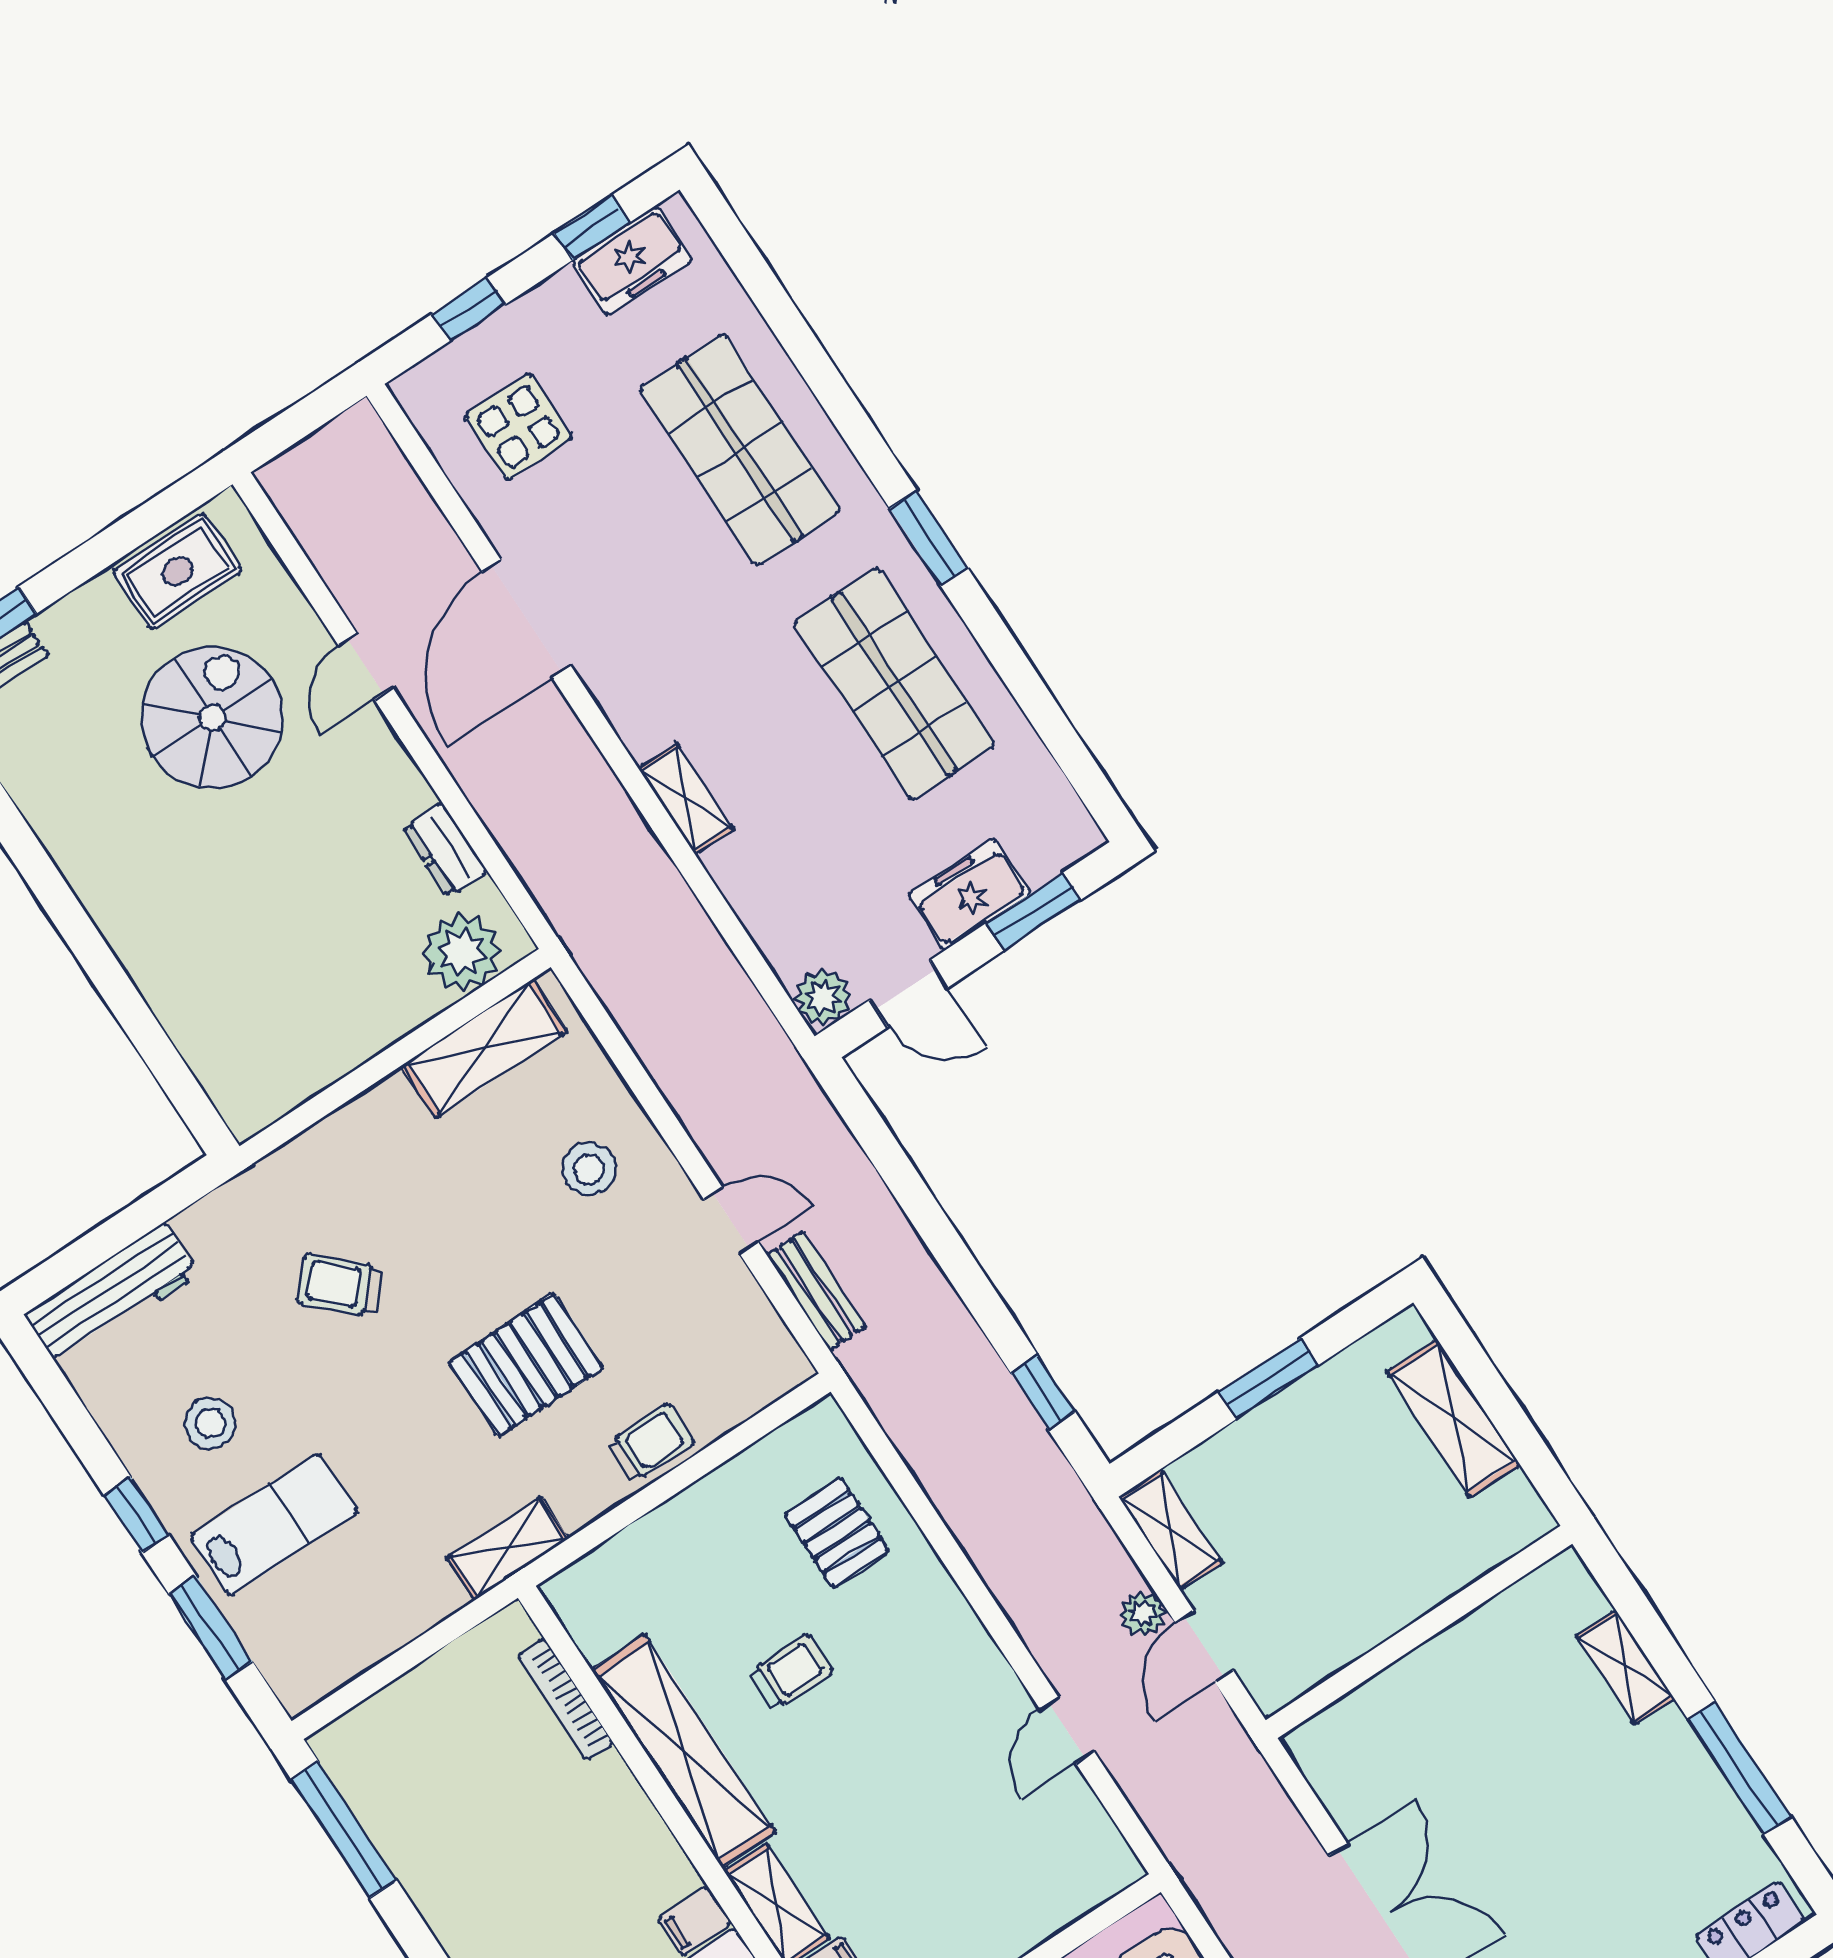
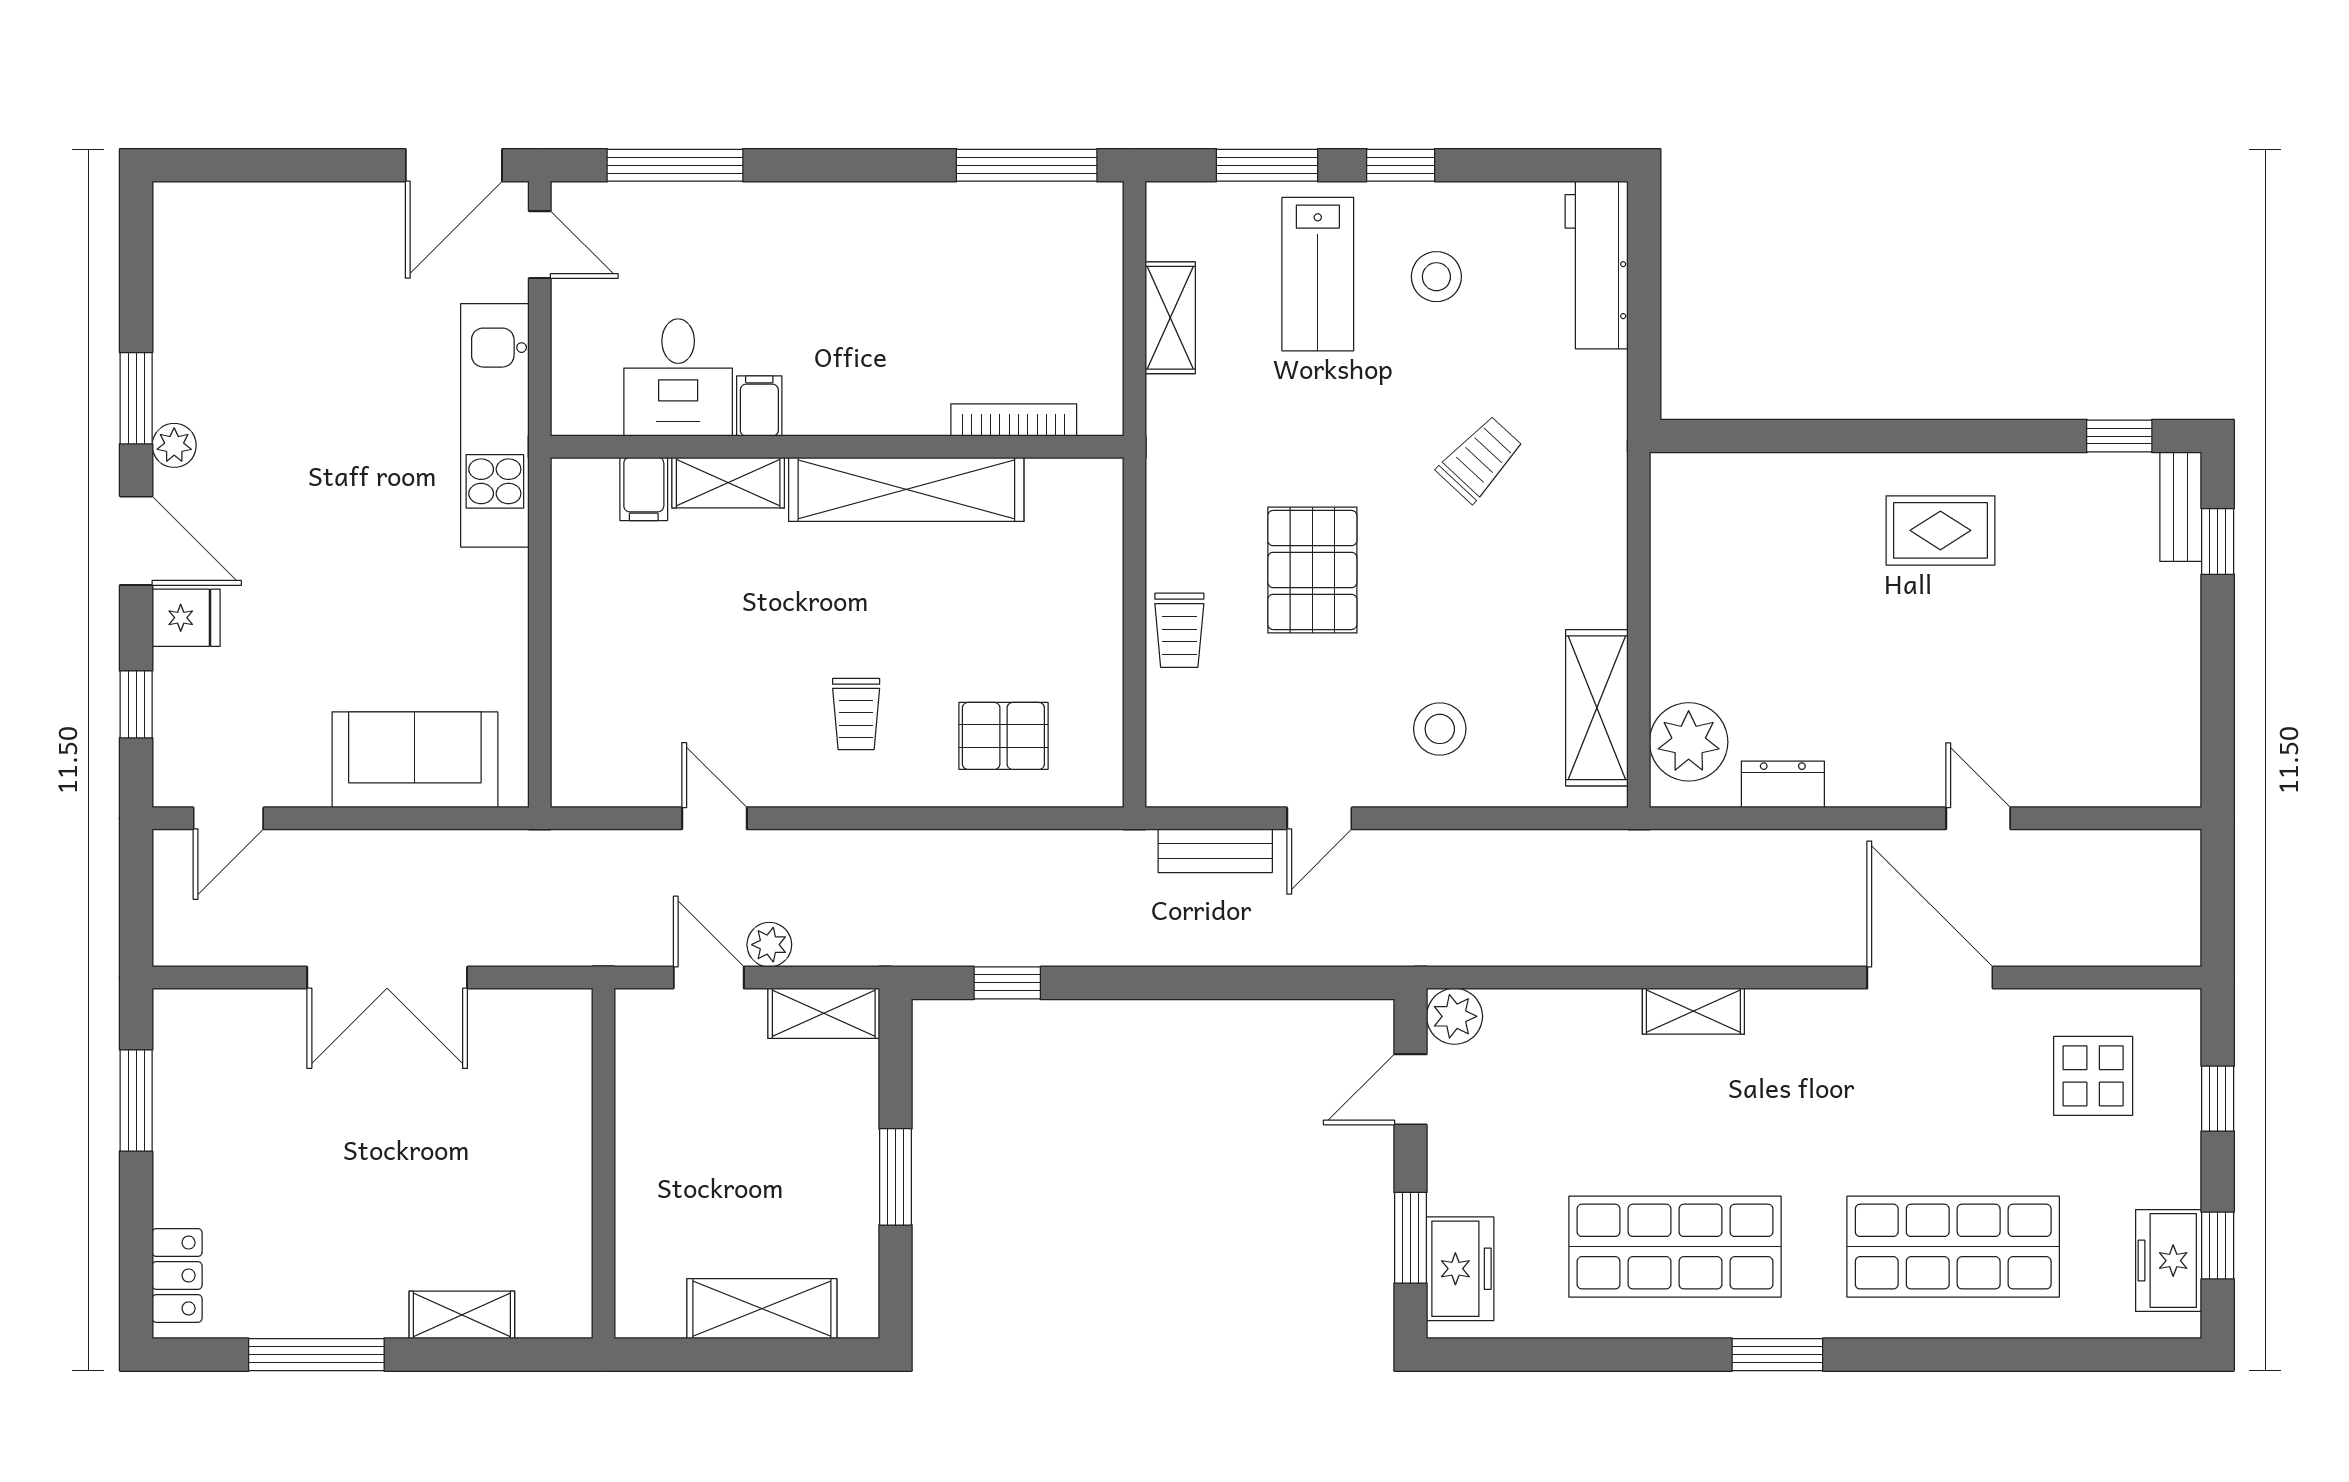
rug: (177, 571) -> (1940, 530), moved, turned 90
spiral stairs: (212, 718) -> (2019, 664), removed
freezer: (969, 894) -> (1460, 1269), moved
shelving: (508, 1549) -> (1170, 318), moved
trolley: (791, 1672) -> (856, 714), moved

